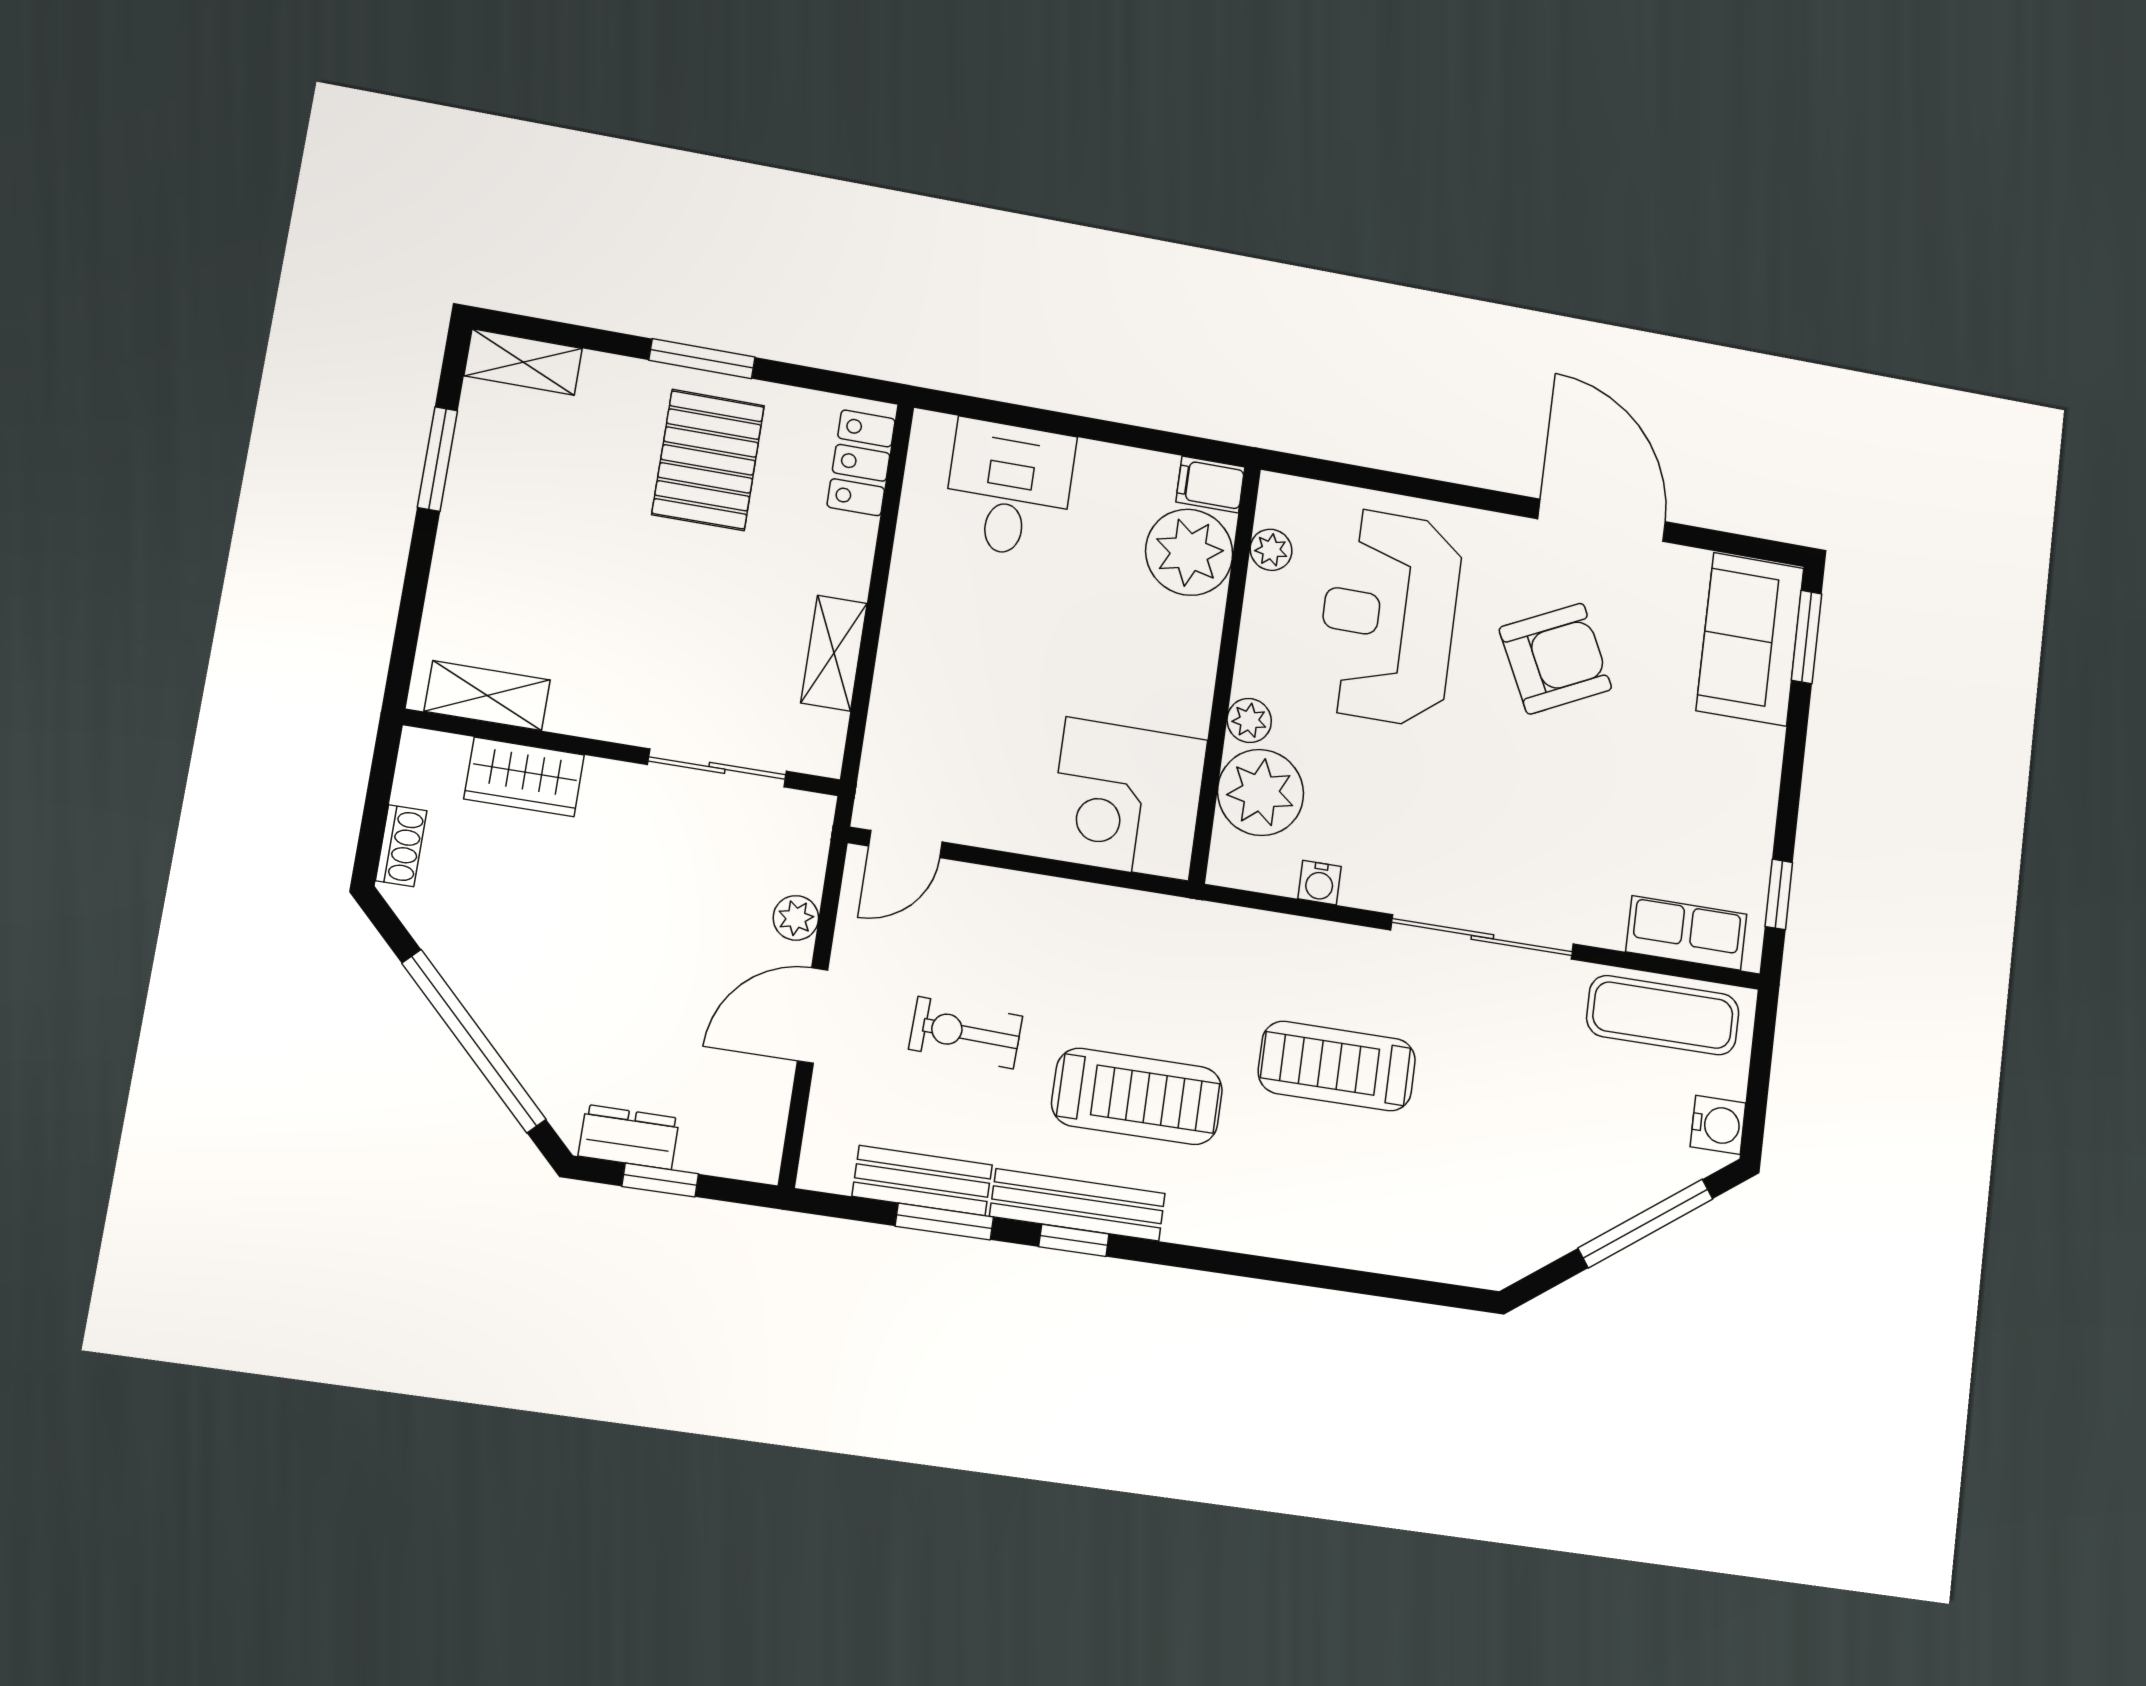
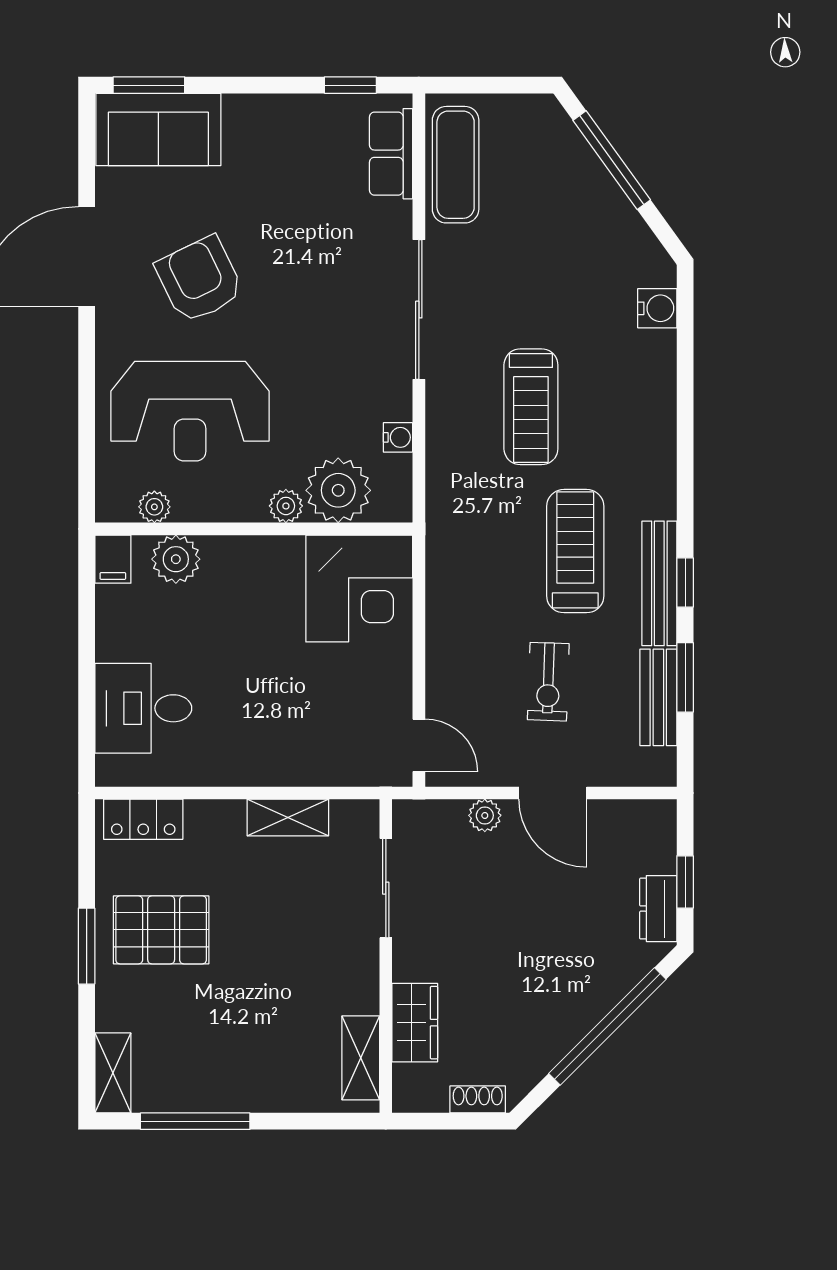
window: (437, 459) -> (195, 1121), width x1.44
plant: (1189, 552) -> (176, 559), width x0.73, depth x0.73
water cooler: (1718, 1125) -> (657, 308), moved, turned 90

